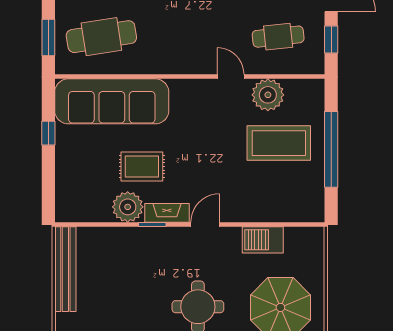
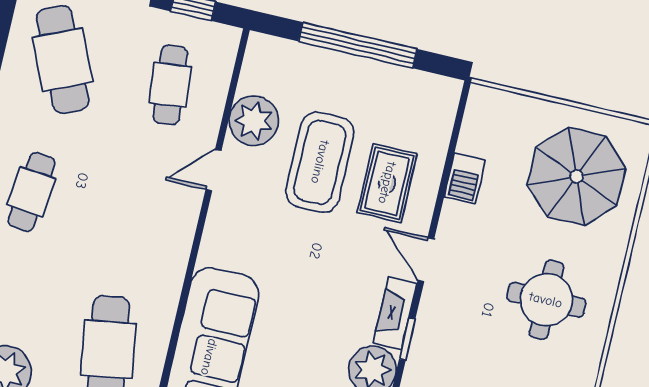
coffee table: (279, 143) -> (320, 162), moved
rug: (142, 166) -> (387, 183), moved
barbecue: (263, 240) -> (465, 178), width x0.73, depth x0.79

